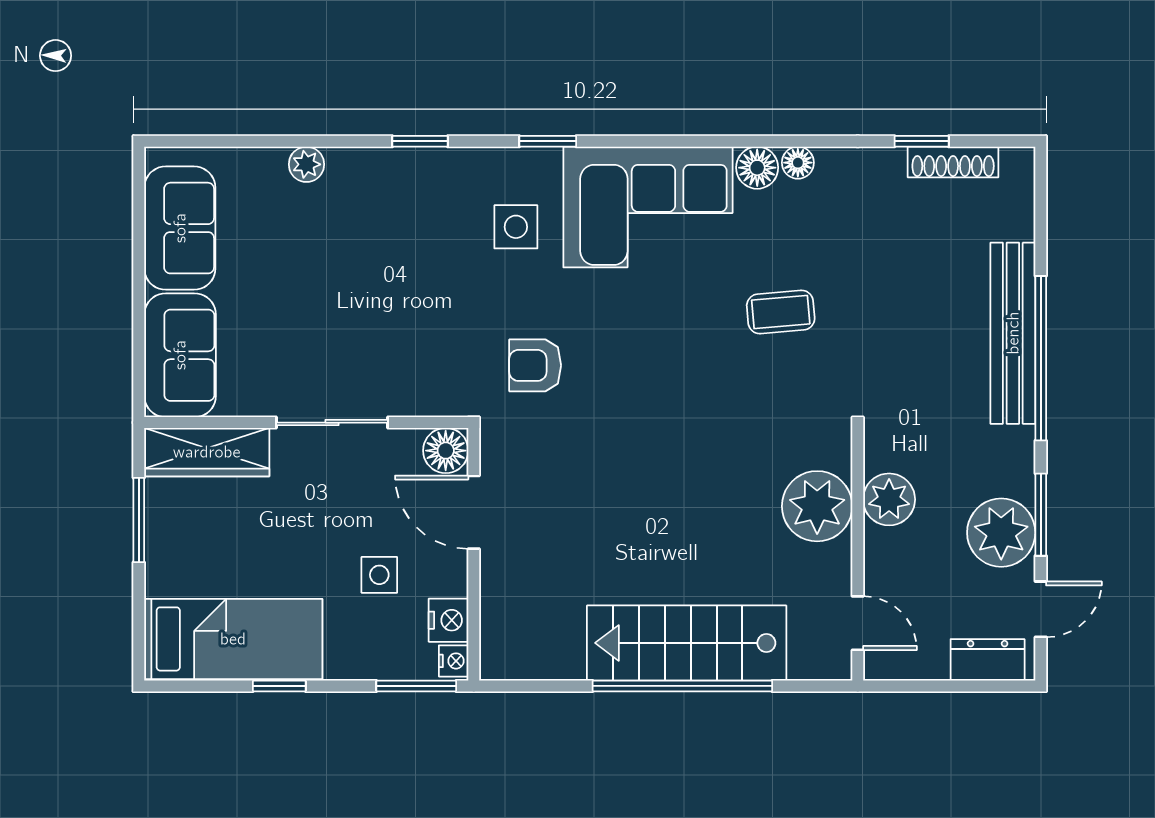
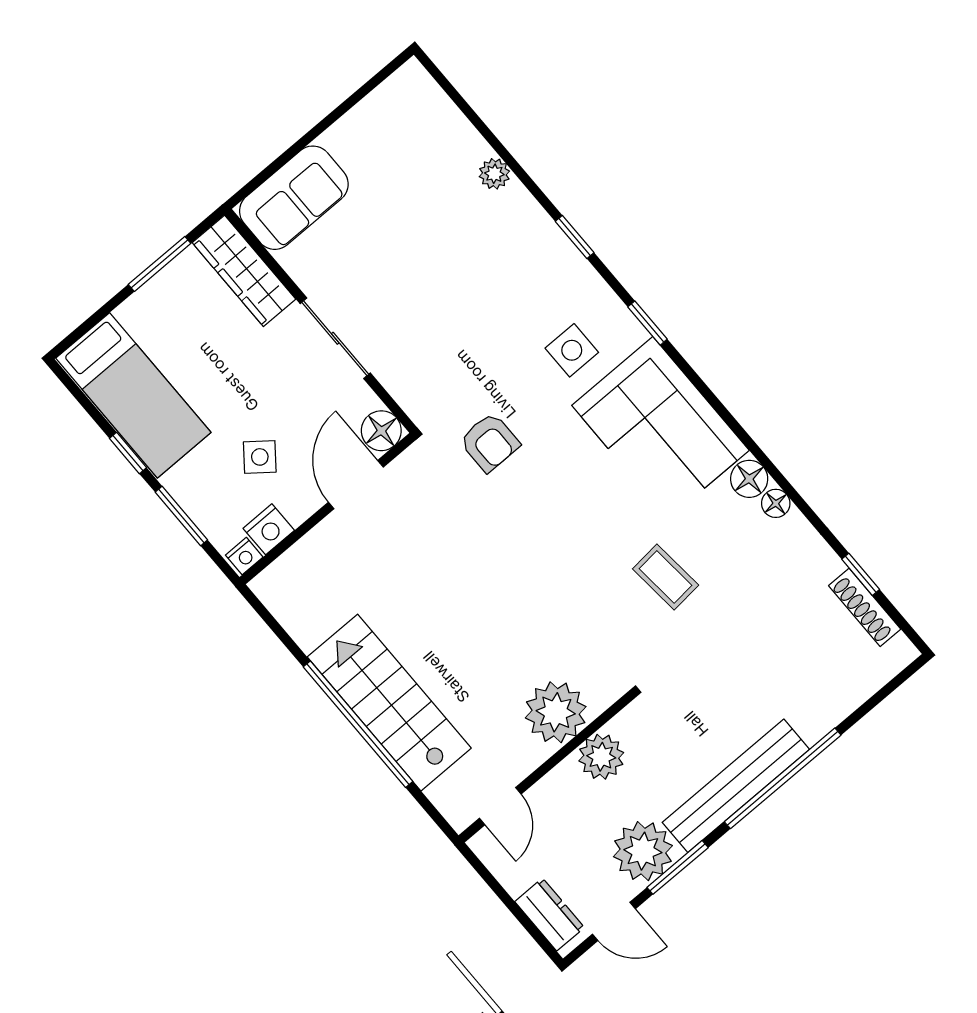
sofa: (180, 228) -> (379, 125), removed
bench: (1013, 333) -> (736, 786), moved
armchair: (535, 365) -> (490, 442), turned 180
side table: (379, 575) -> (260, 457), turned 38
window: (416, 686) -> (181, 516), moved

